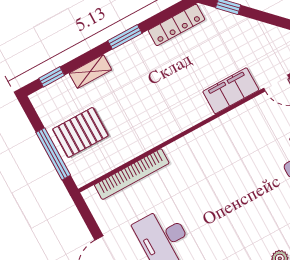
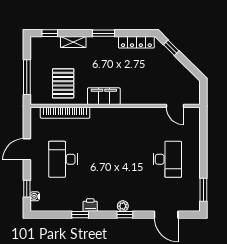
filing cabinet: (231, 91) -> (104, 96), moved
pallet: (80, 132) -> (63, 83), moved, turned 90

